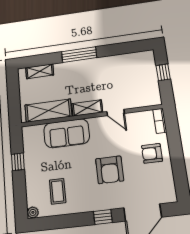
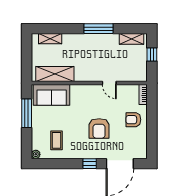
window: (79, 55) -> (99, 29), moved
shelving: (87, 108) -> (132, 39), moved
sofa: (67, 133) -> (52, 95), moved
window: (18, 162) -> (27, 113), width x2.17

